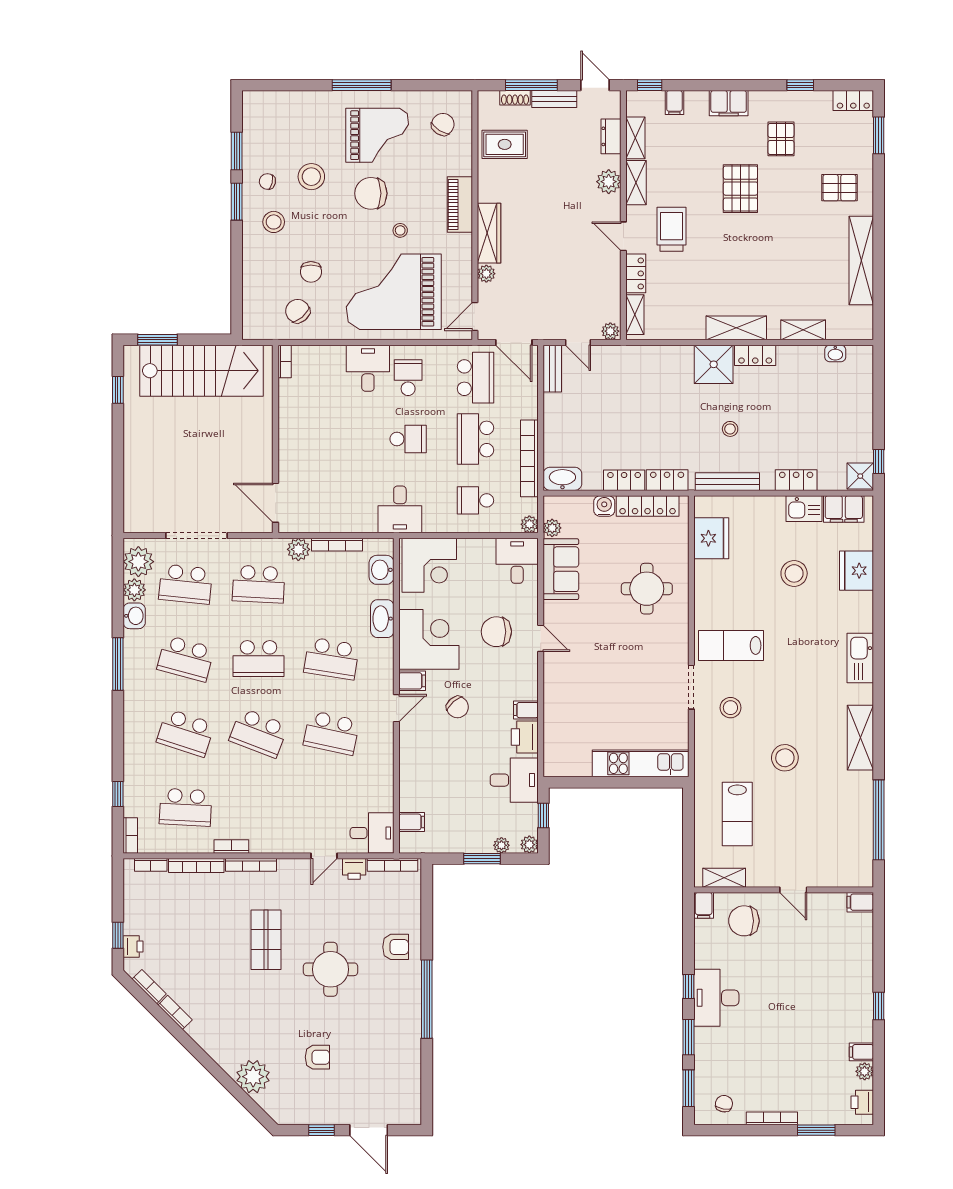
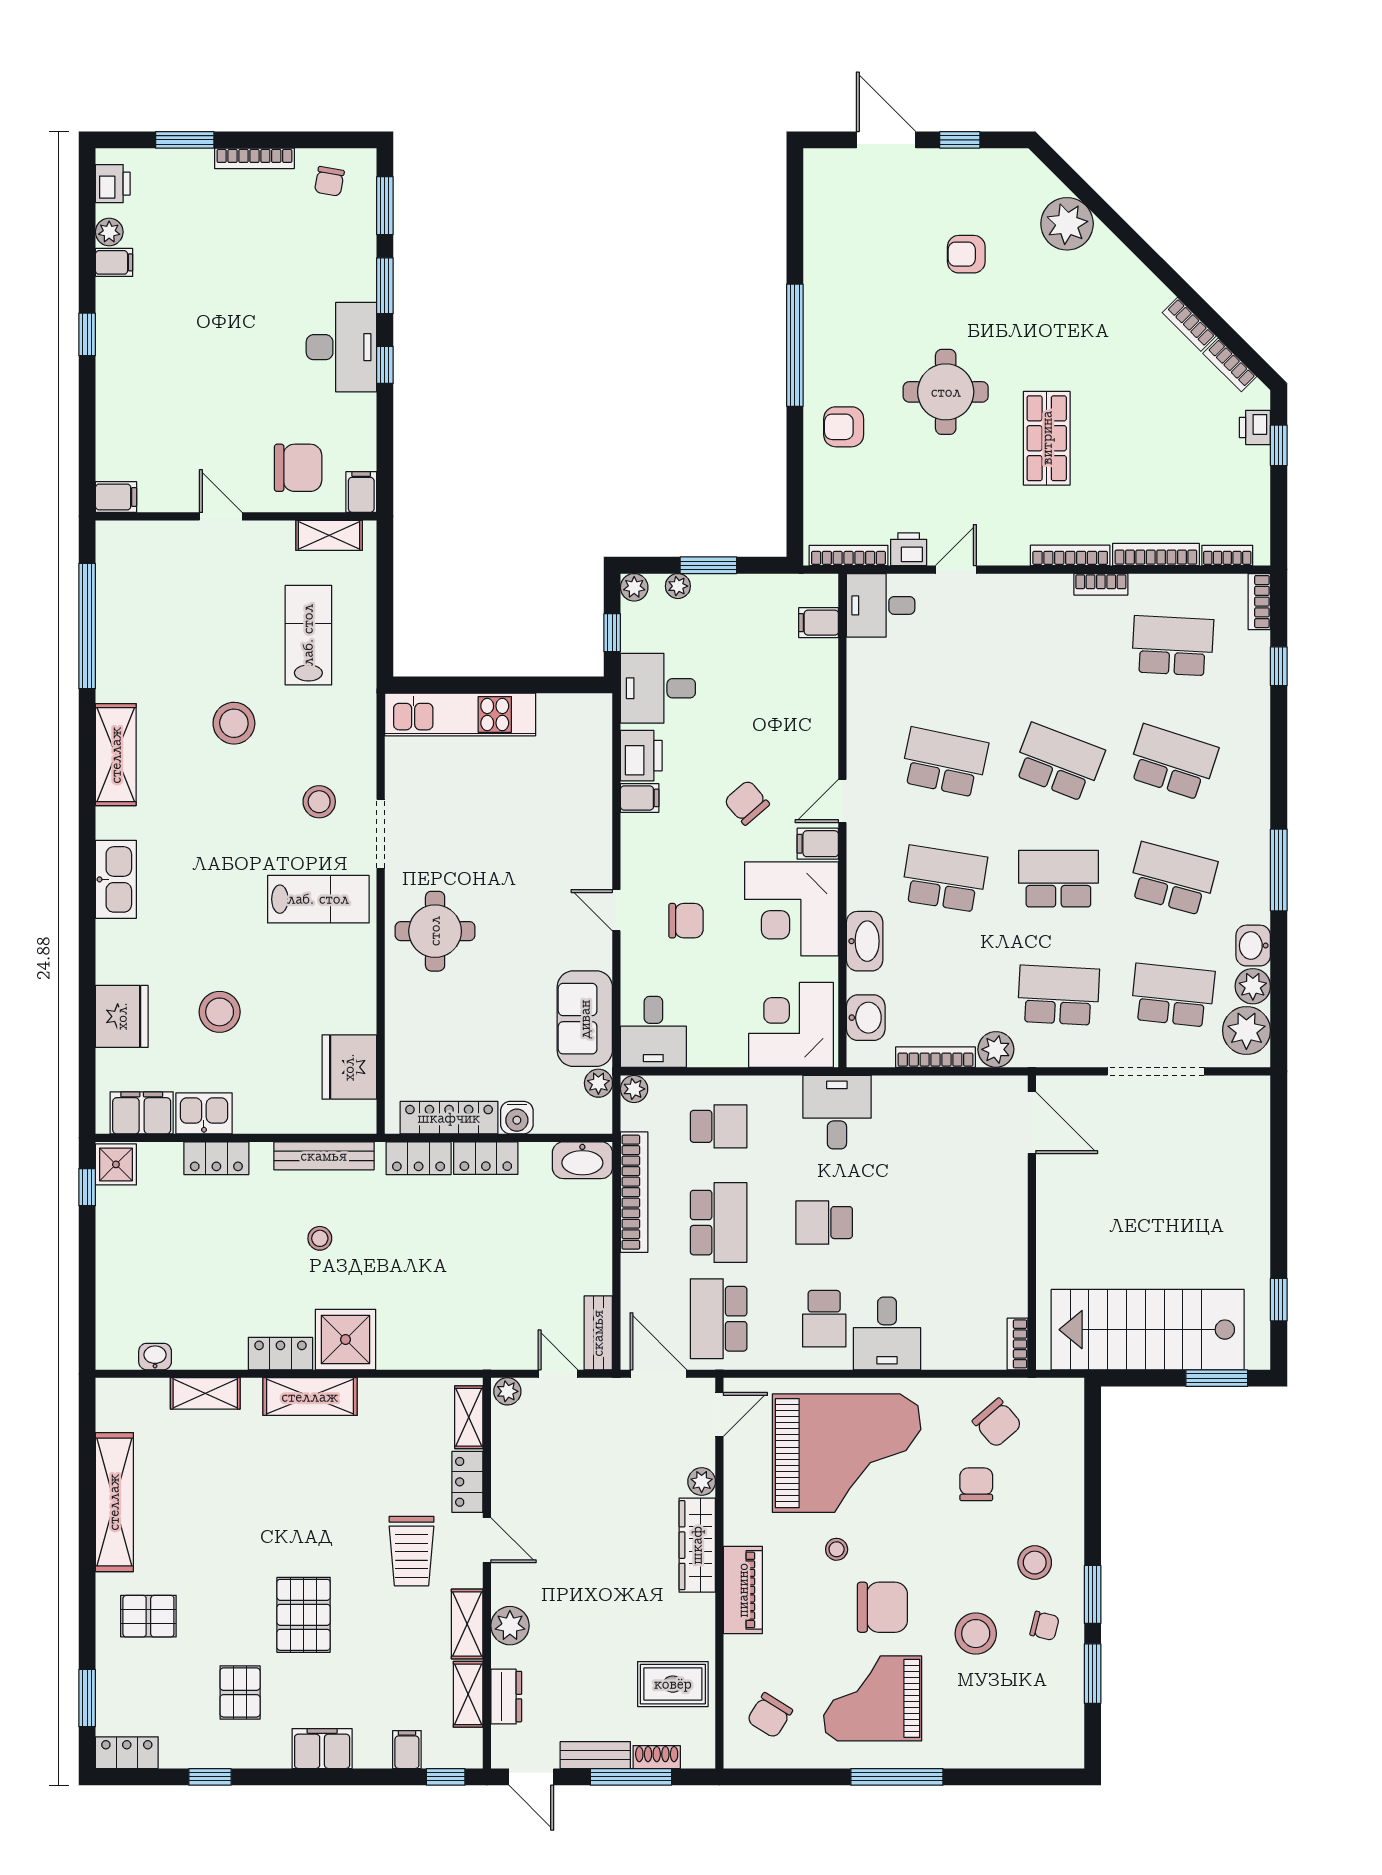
round table: (647, 589) -> (435, 931), moved
chair: (496, 632) -> (686, 921), width x0.73, depth x0.73

